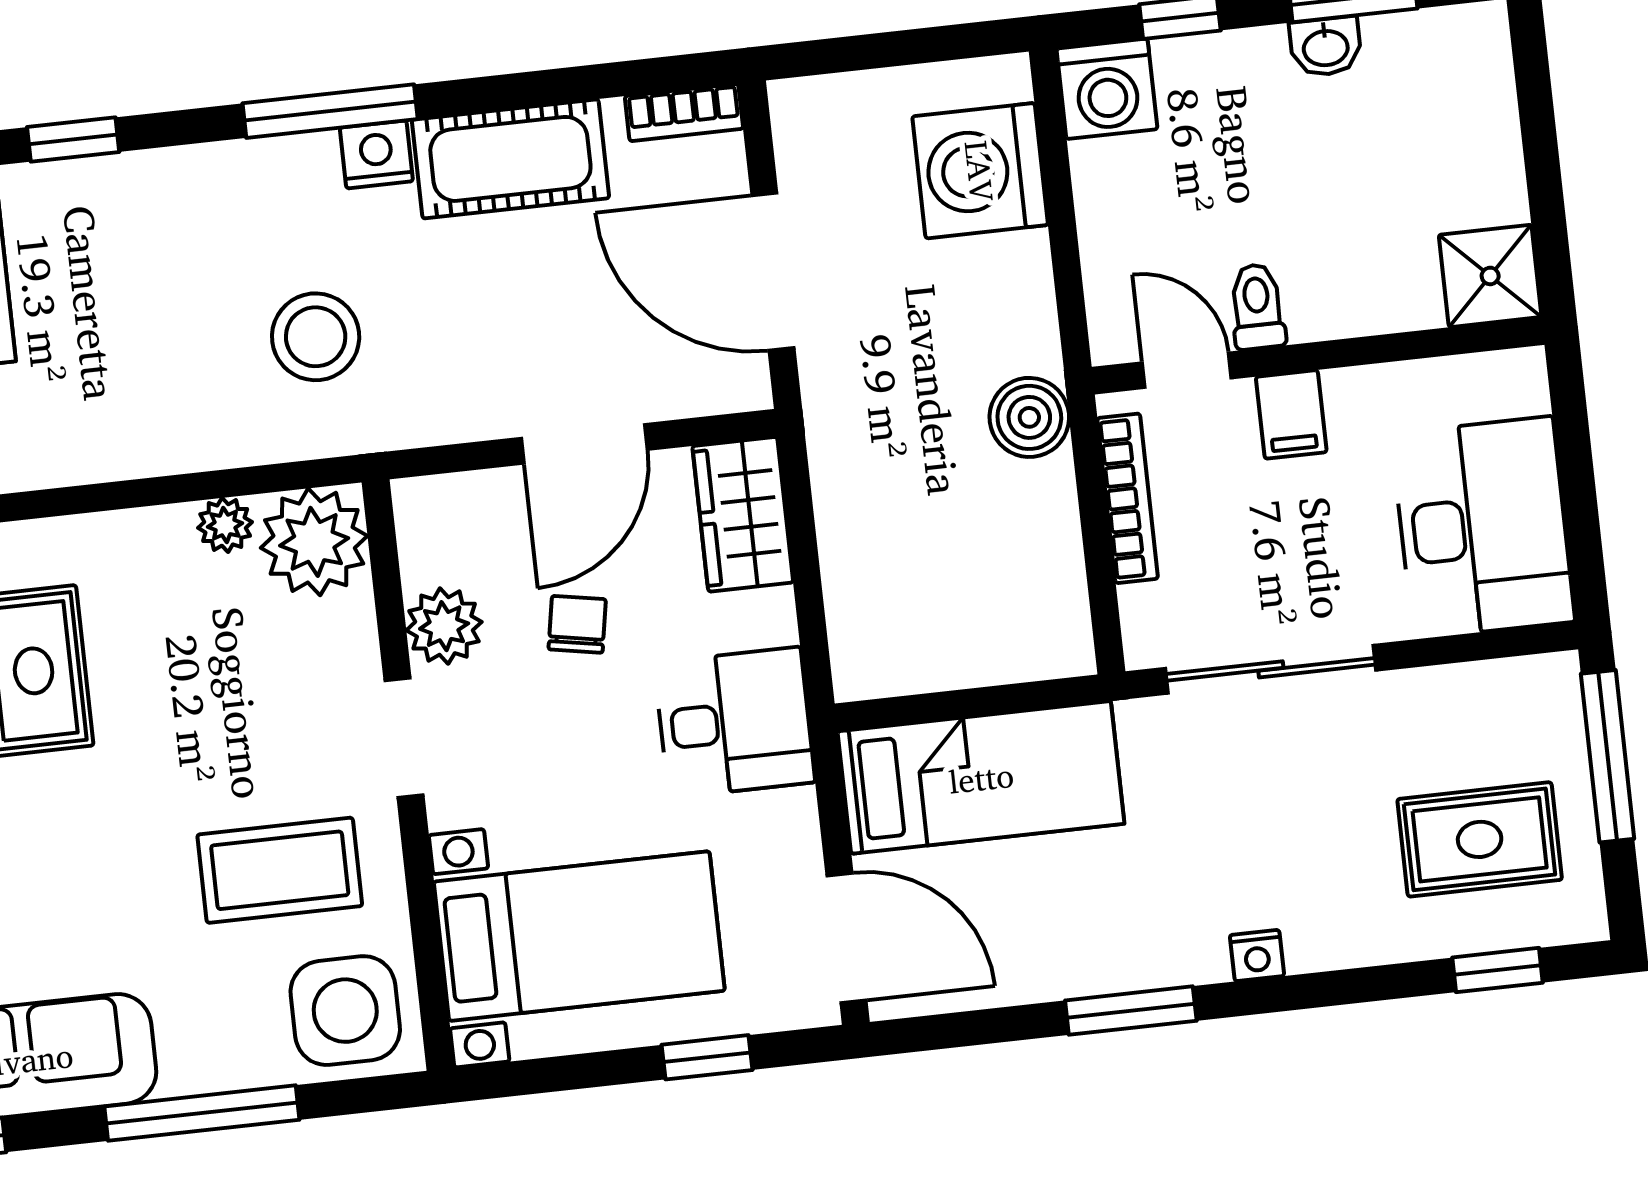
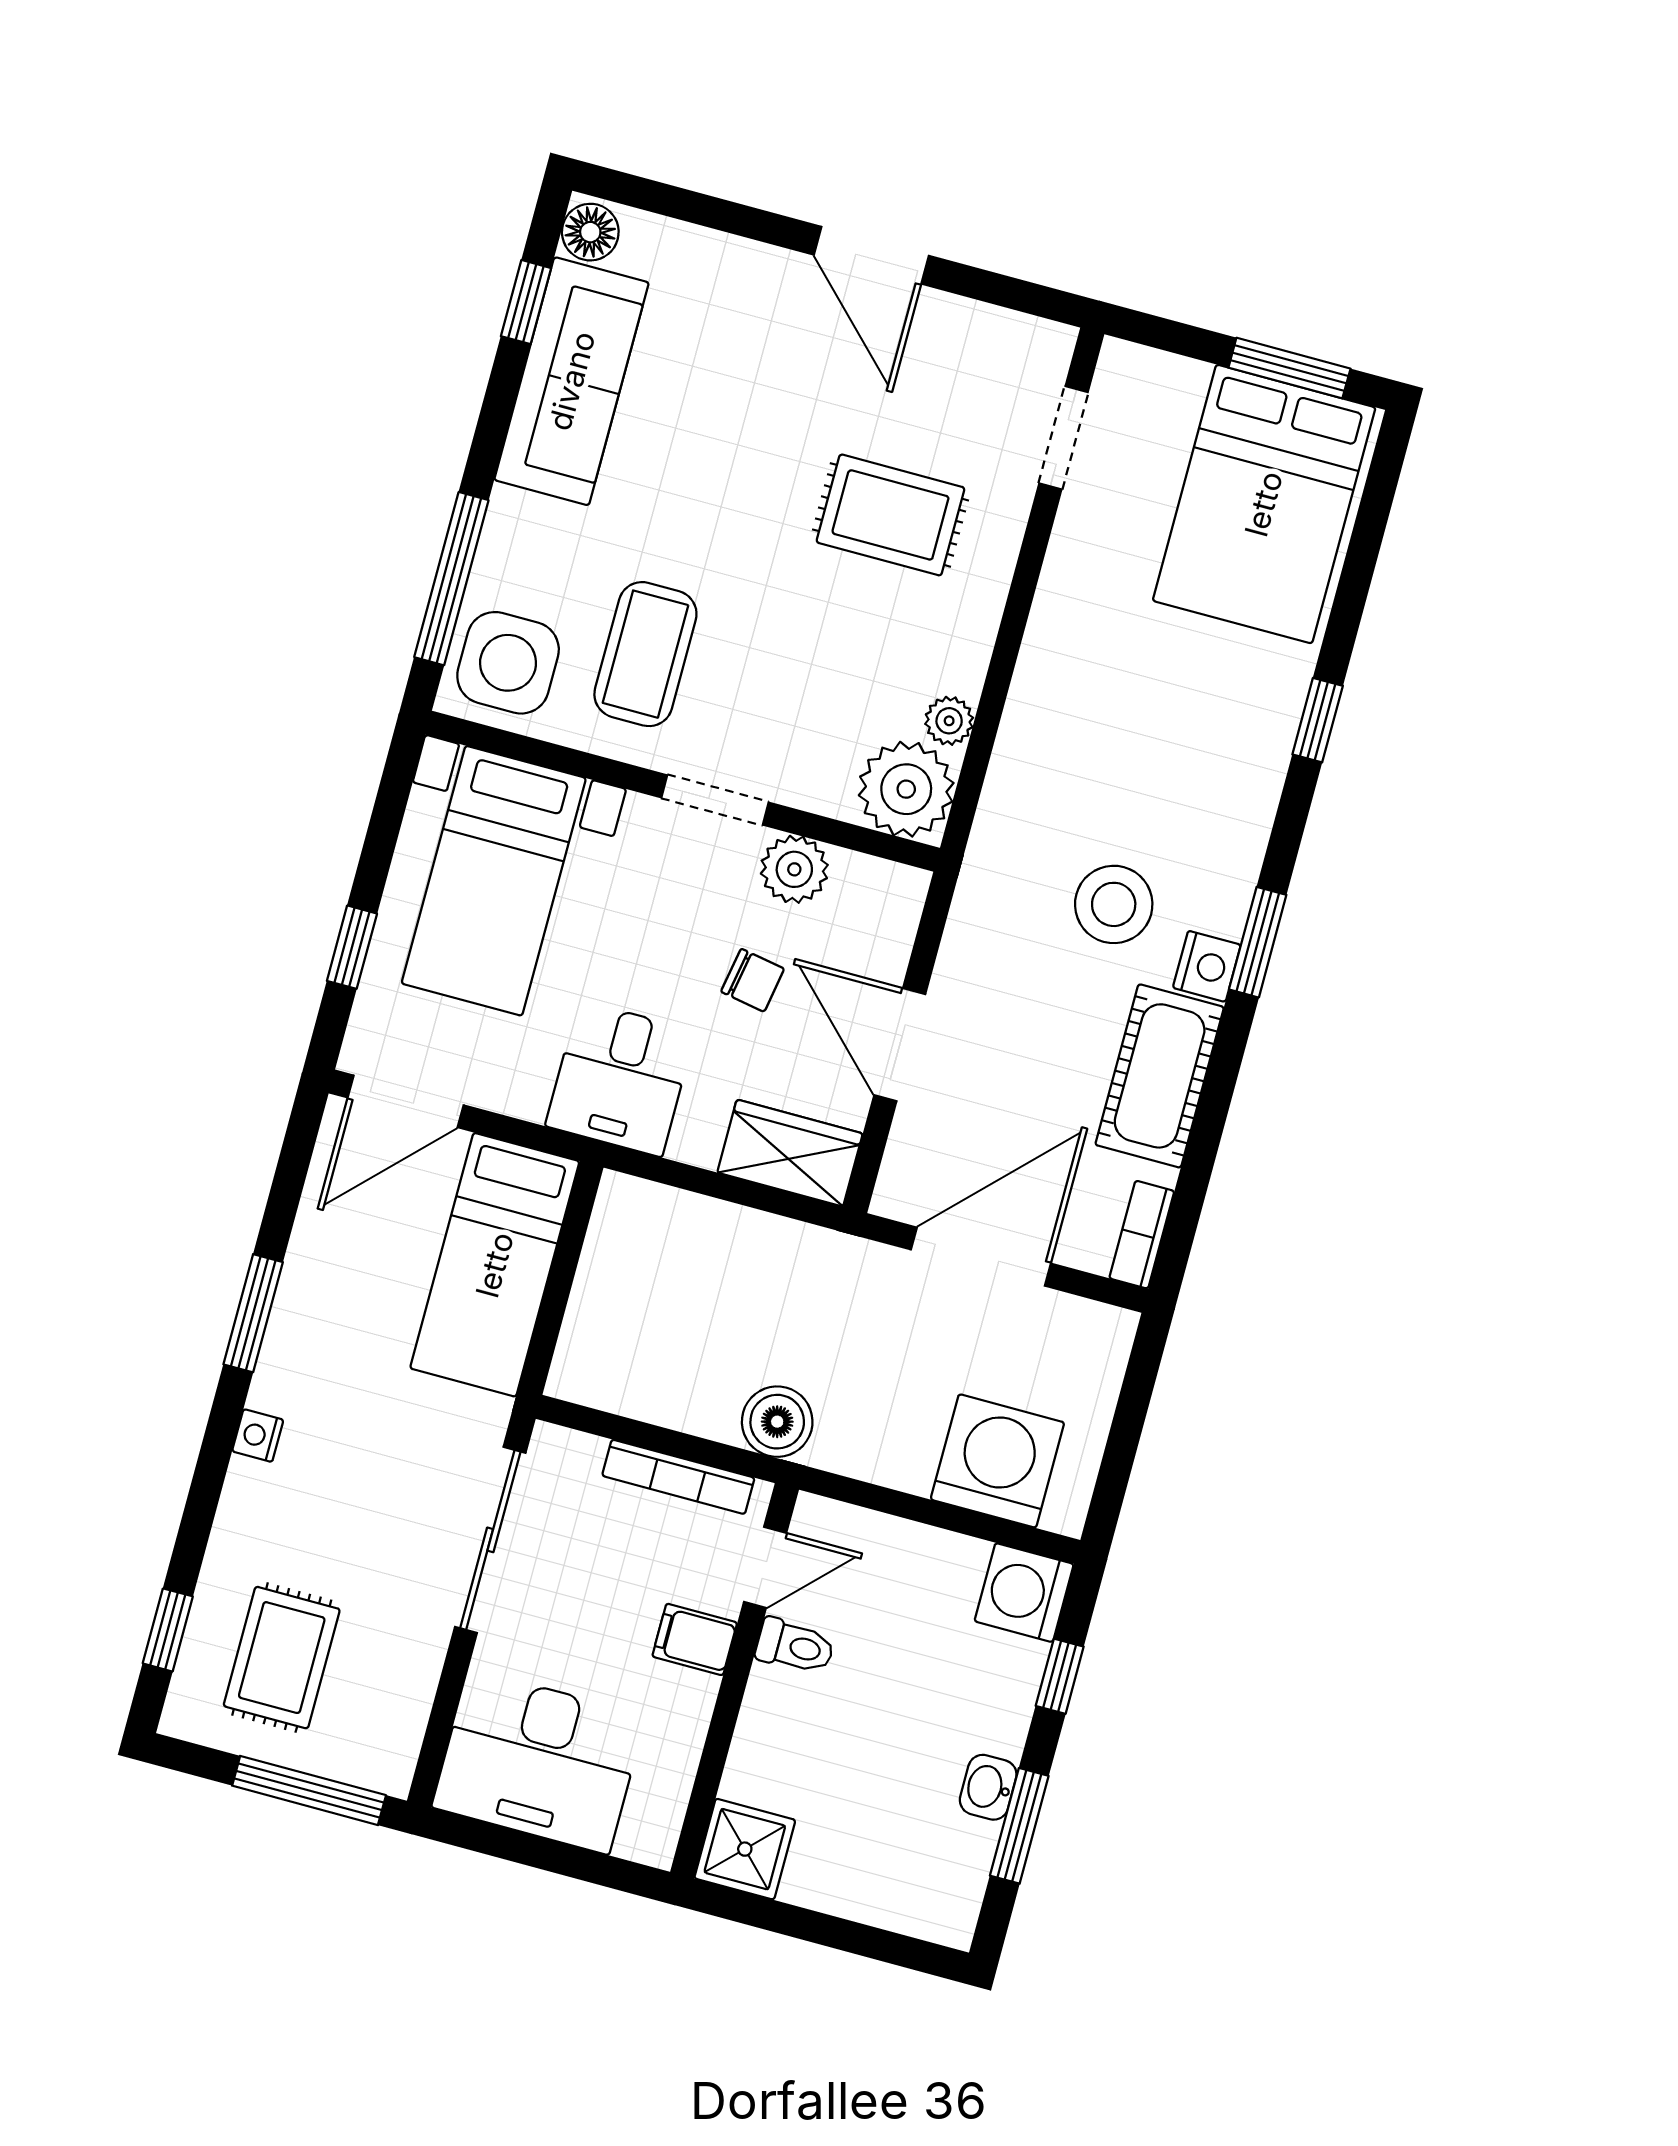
window: (330, 111) -> (1258, 942), width x0.69
stool: (316, 337) -> (1114, 904), moved
window: (202, 1113) -> (451, 579), moved

